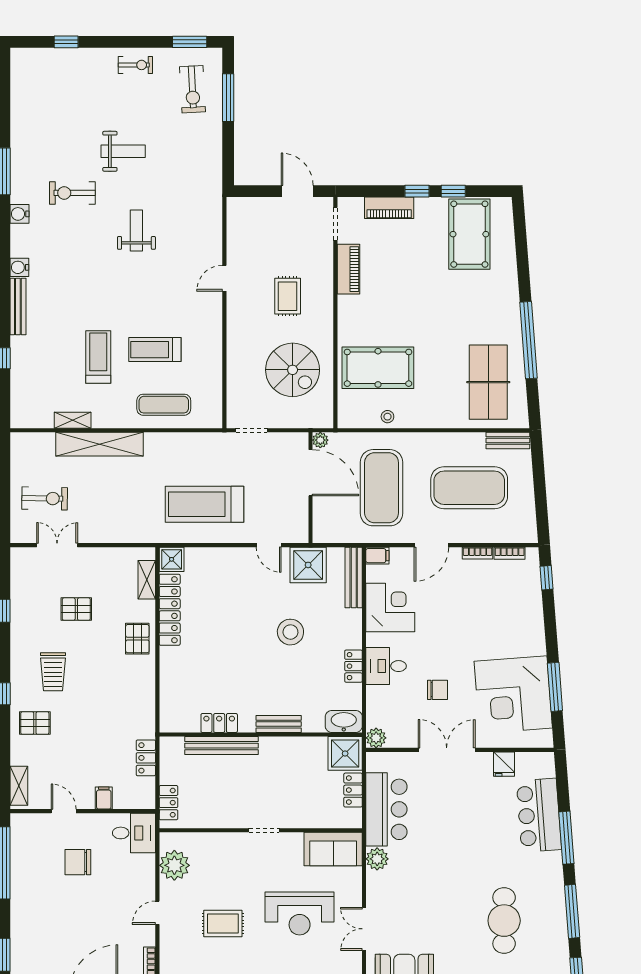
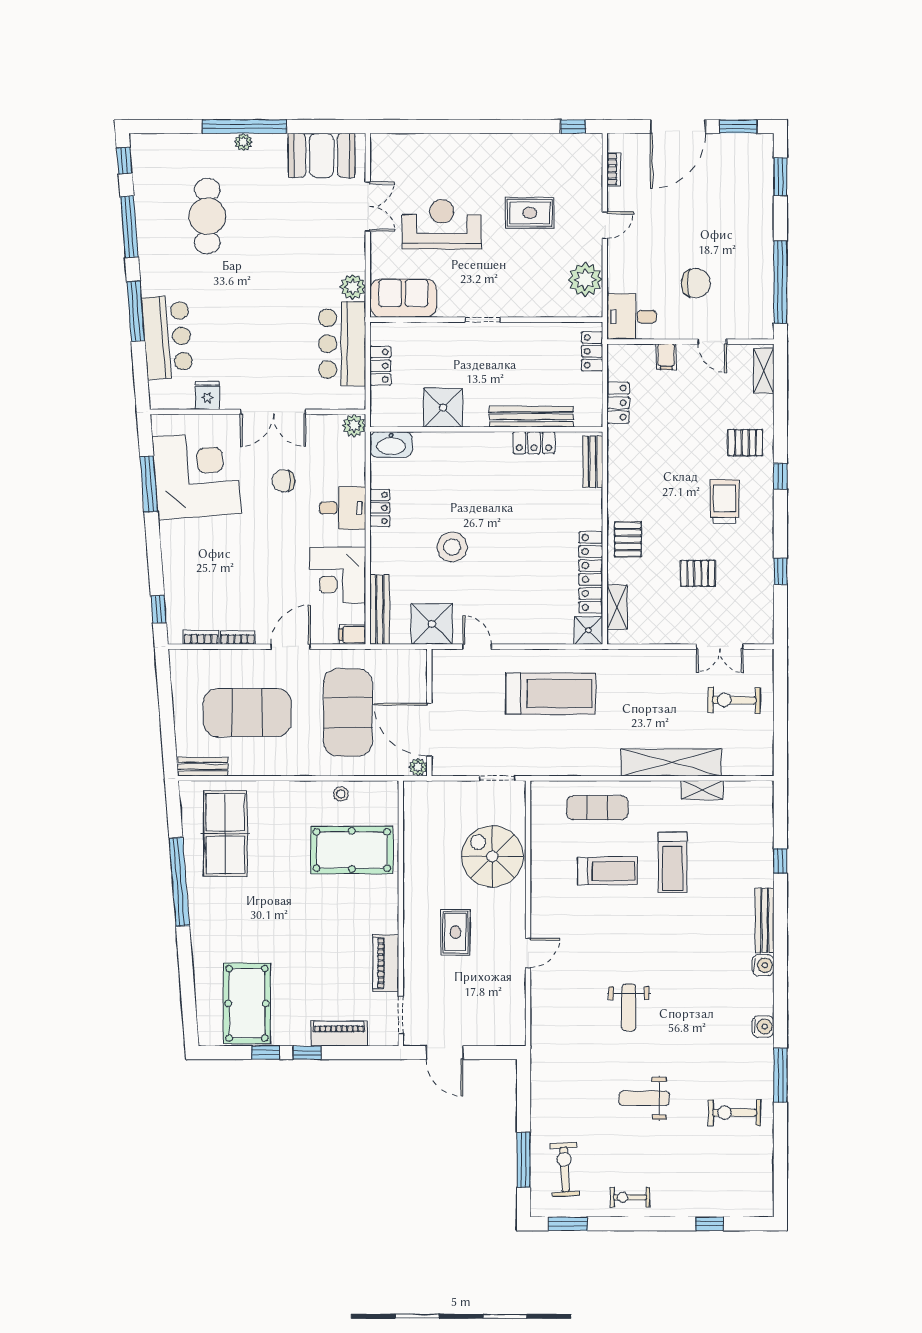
exercise bike: (72, 193) -> (734, 1113), moved, turned 180
spiral stairs: (293, 370) -> (492, 856), moved
bench: (279, 724) -> (593, 462), moved, turned 90
shower: (345, 753) -> (443, 408), moved

